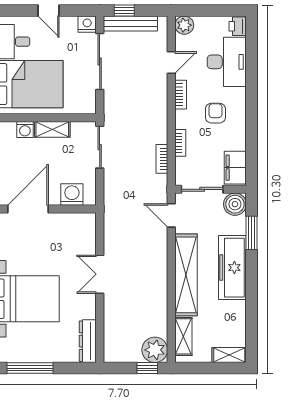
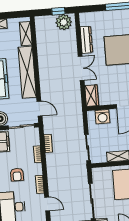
door: (171, 63) -> (47, 204), swing flipped
wardrobe: (86, 229) -> (92, 96), added
dresser: (88, 341) -> (86, 40), moved
plant: (155, 350) -> (64, 22), moved
window: (147, 368) -> (58, 11), moved

